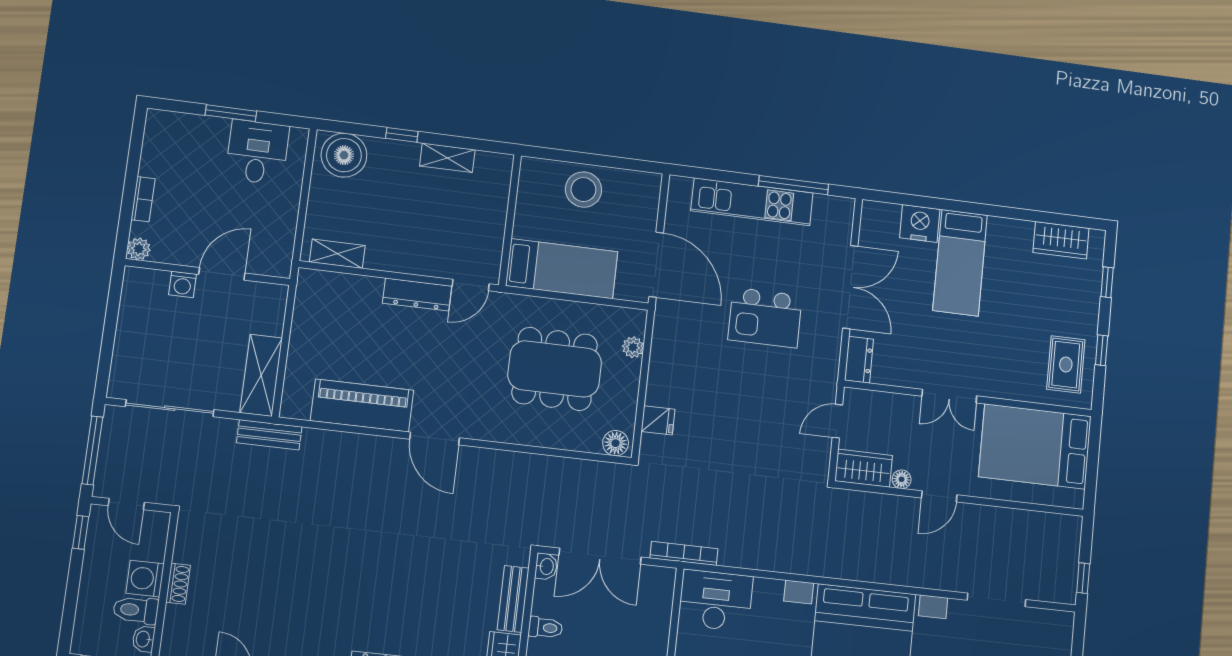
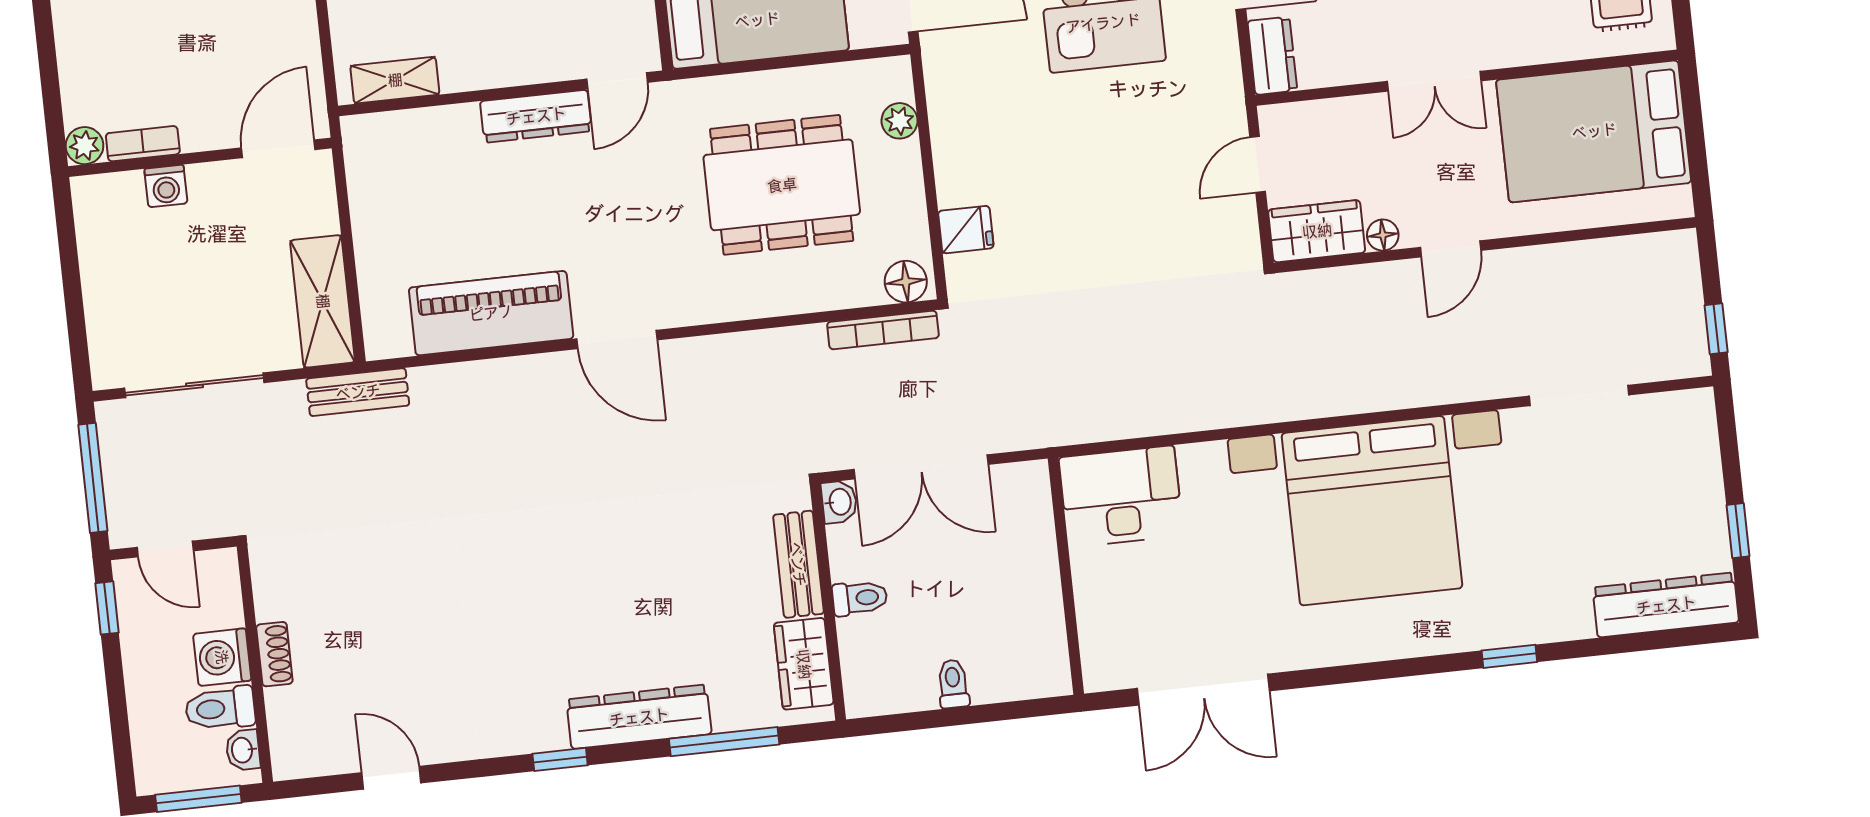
bookcase: (143, 199) -> (143, 144), moved, turned -90
door: (222, 274) -> (278, 149), moved
bookcase: (684, 553) -> (883, 330), moved, turned 180

